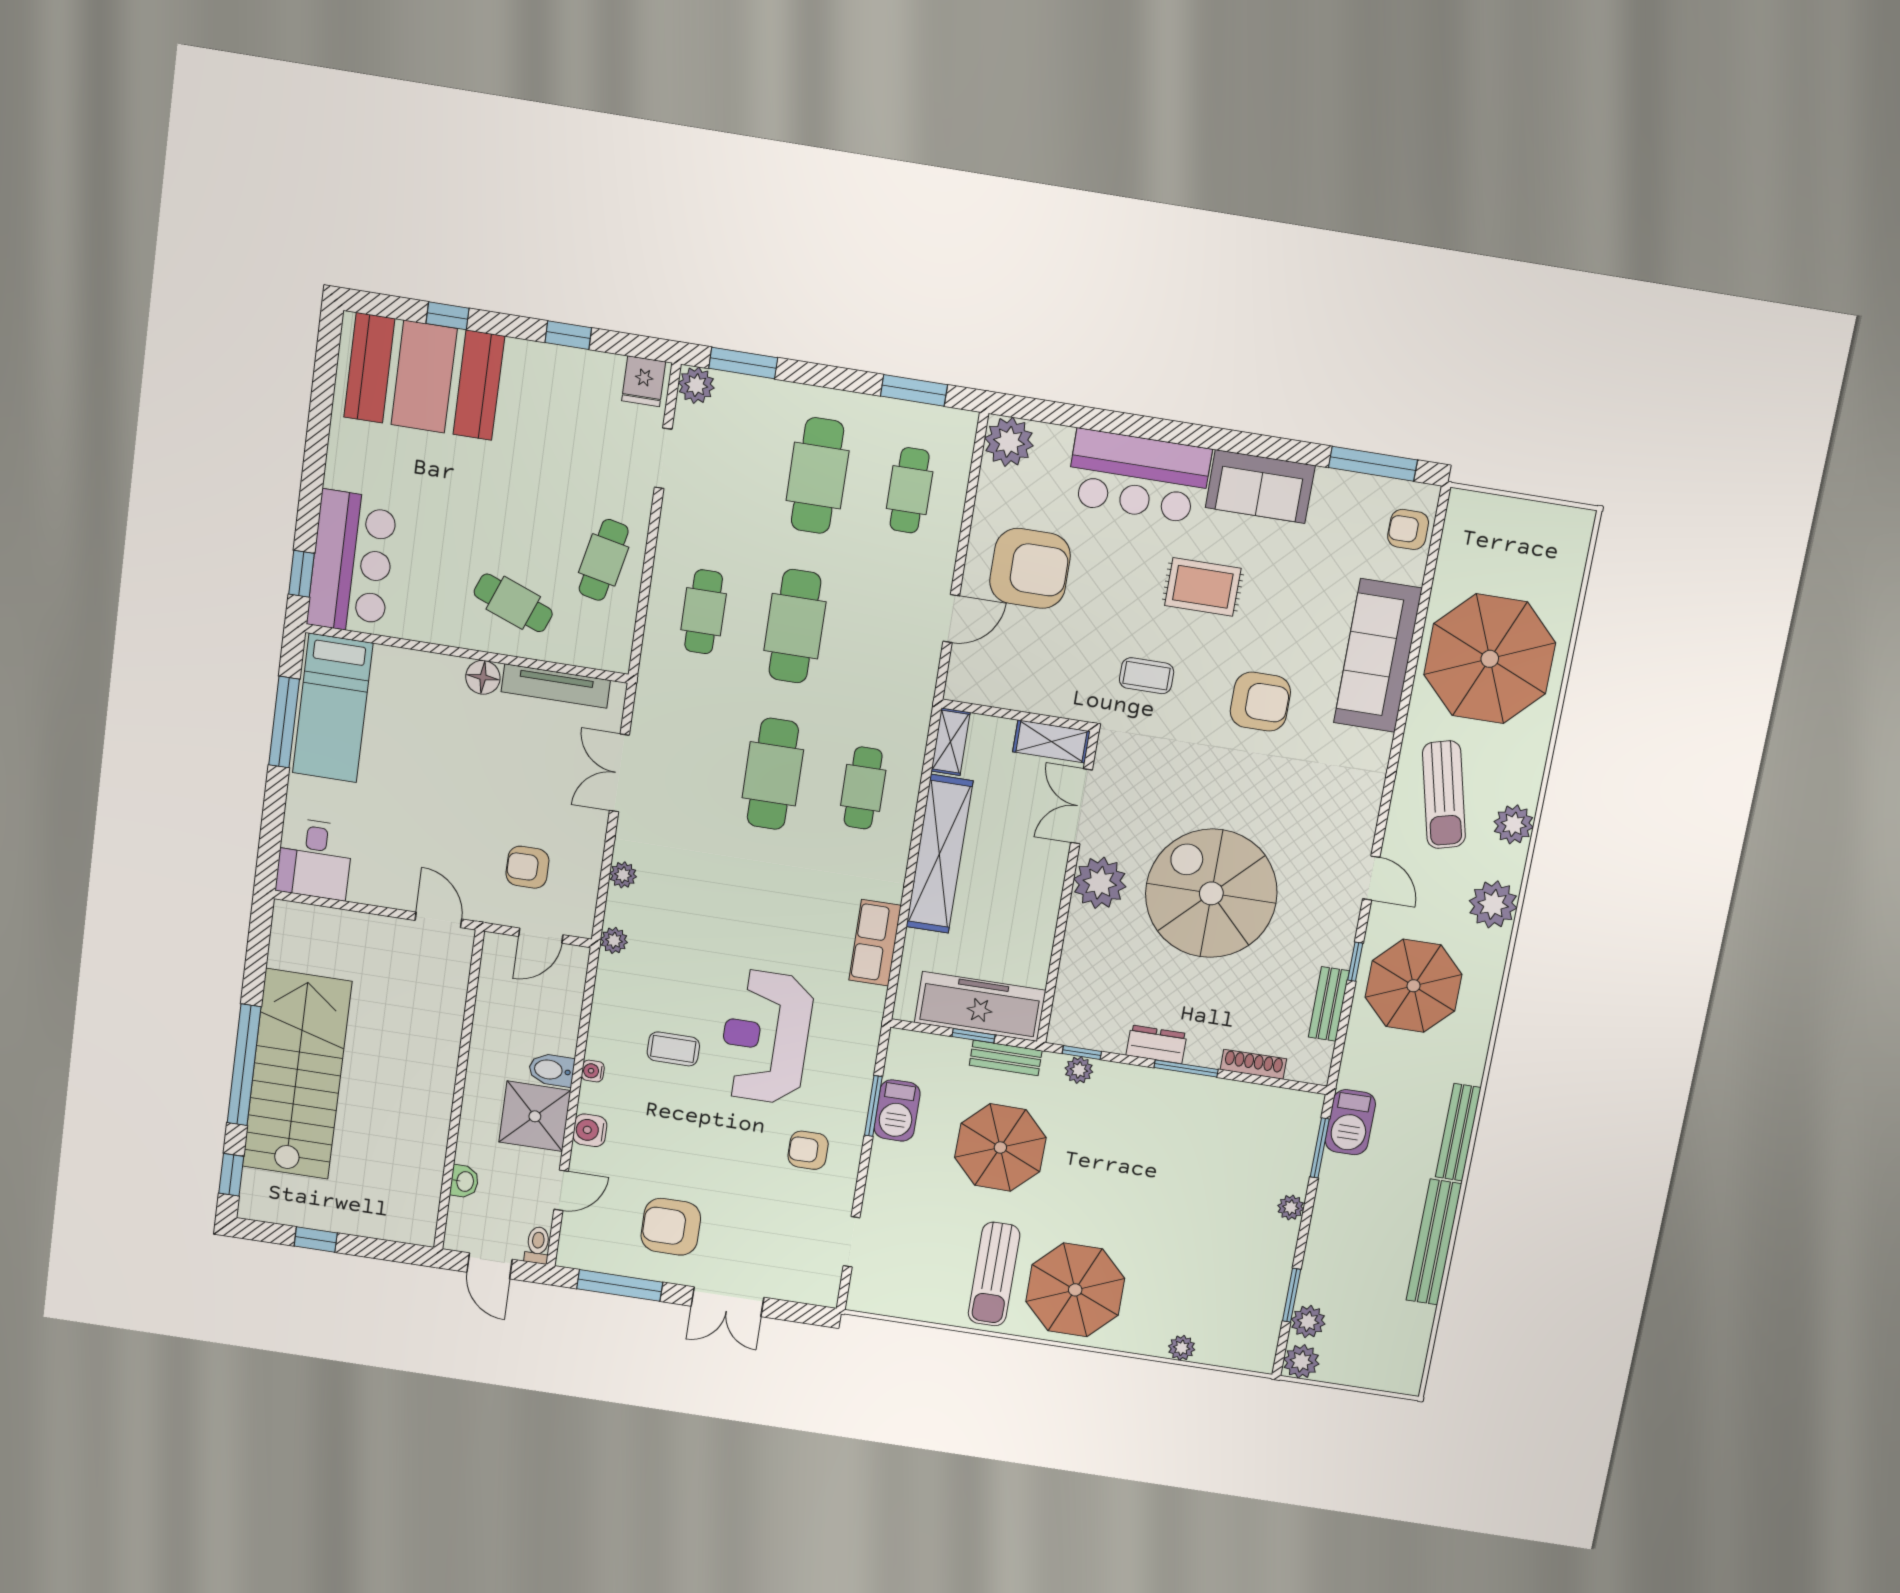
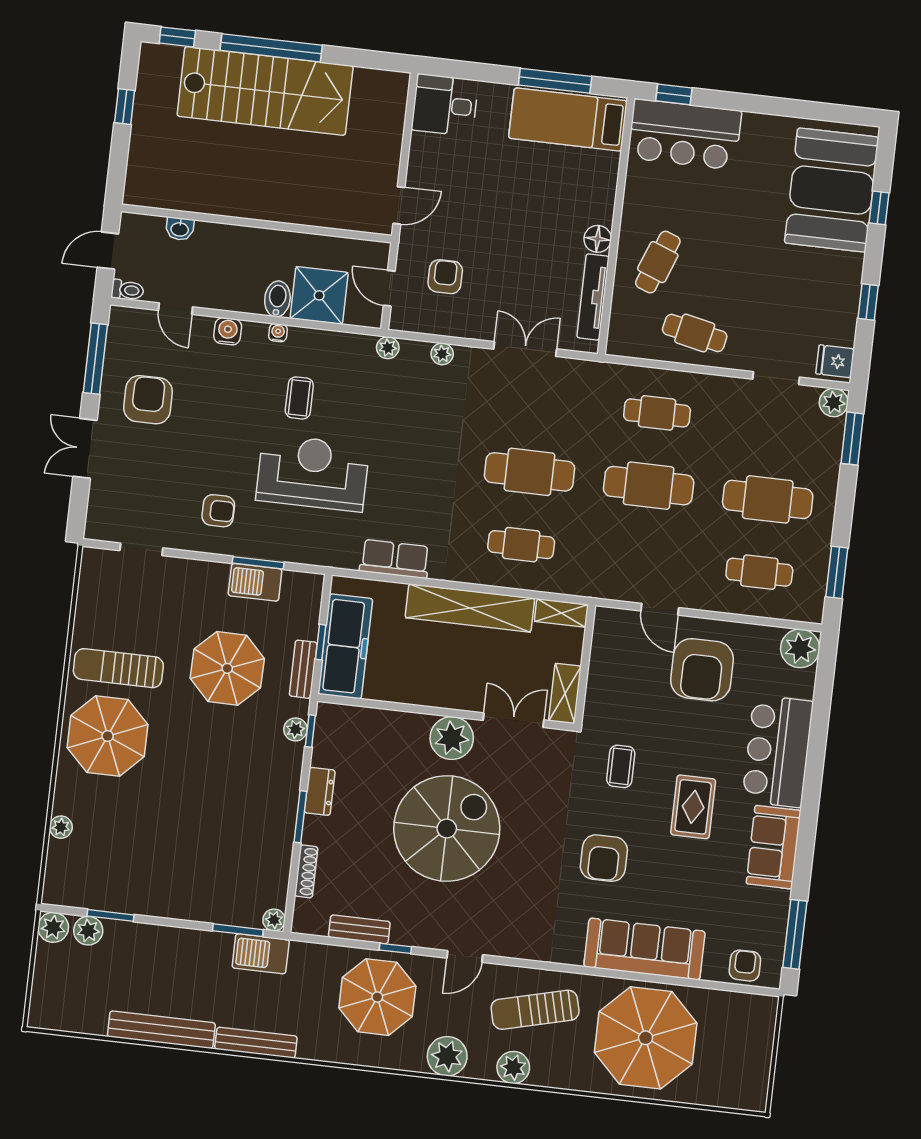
shower: (535, 1116) -> (319, 295), moved
armchair: (808, 1150) -> (218, 511), turned 90
plant: (1291, 1207) -> (274, 920), moved

